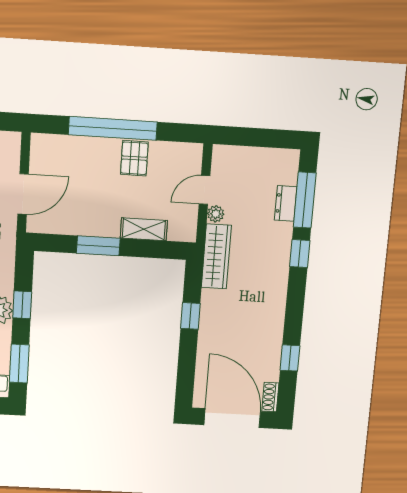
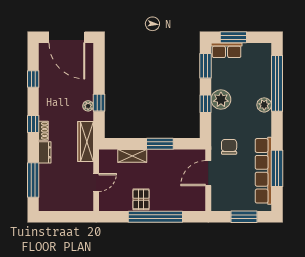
dresser: (286, 203) -> (45, 152), moved
plant: (216, 214) -> (88, 106), moved
window: (300, 253) -> (33, 124), moved
shoe rack: (270, 397) -> (43, 131), moved

